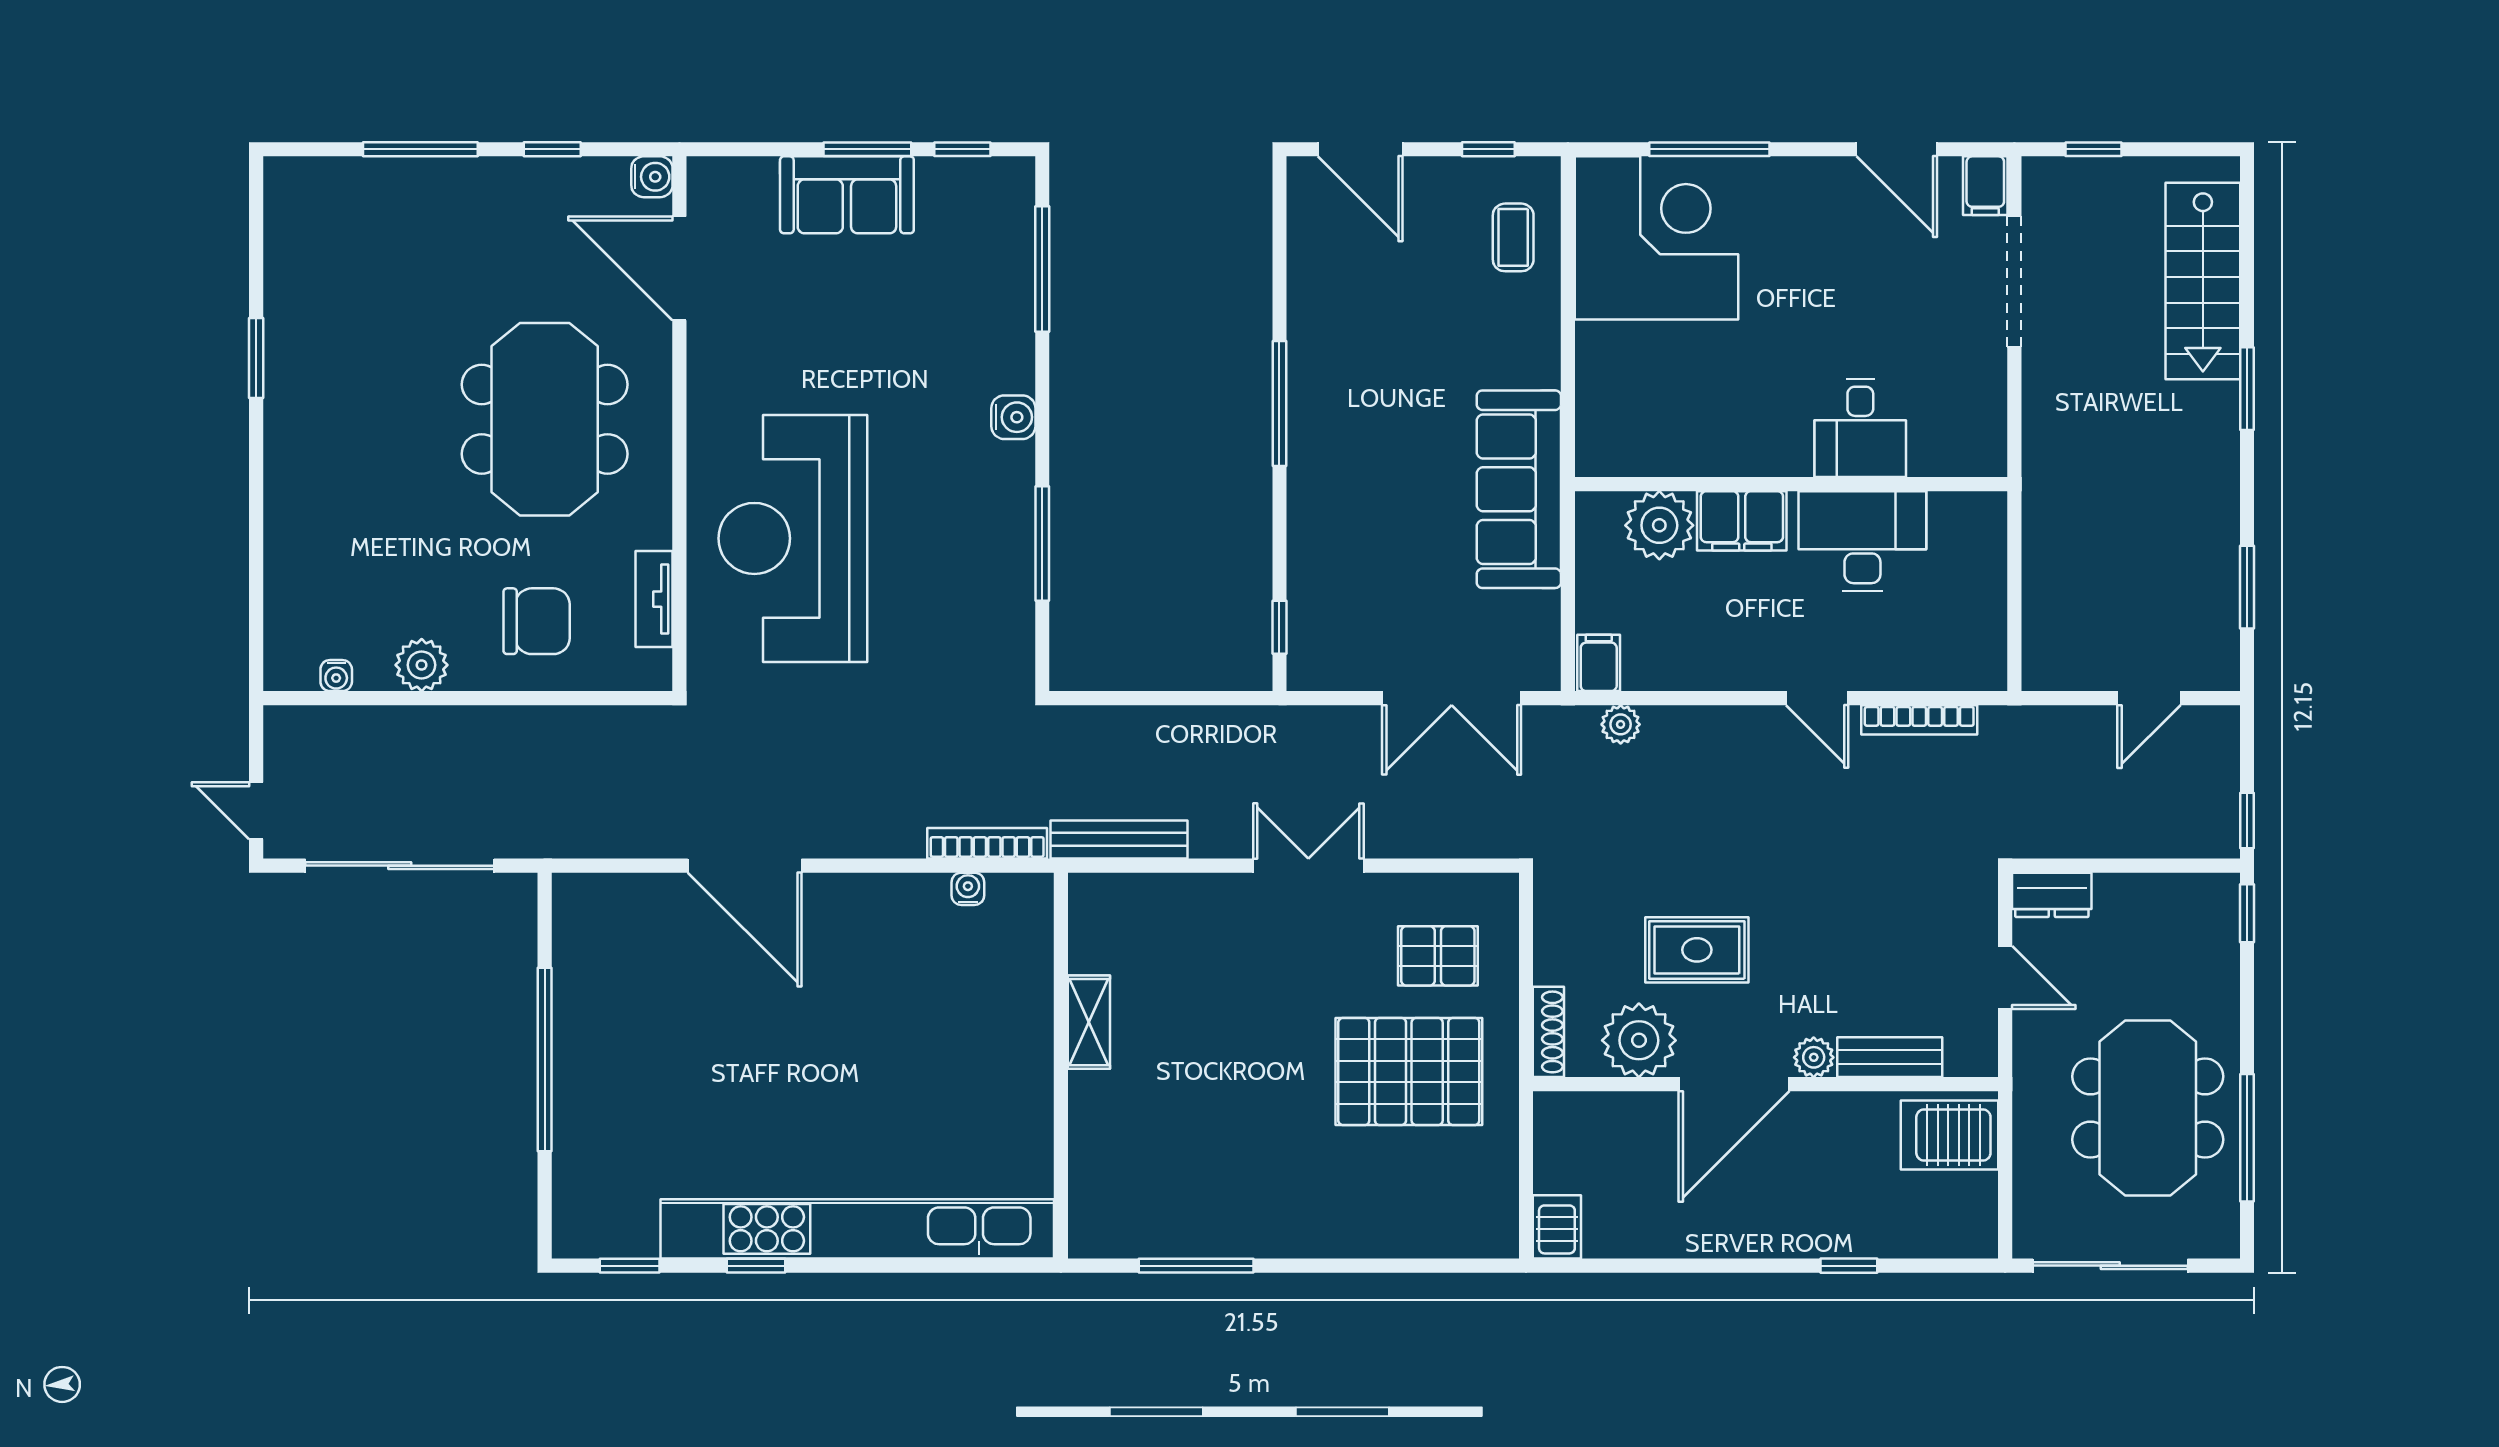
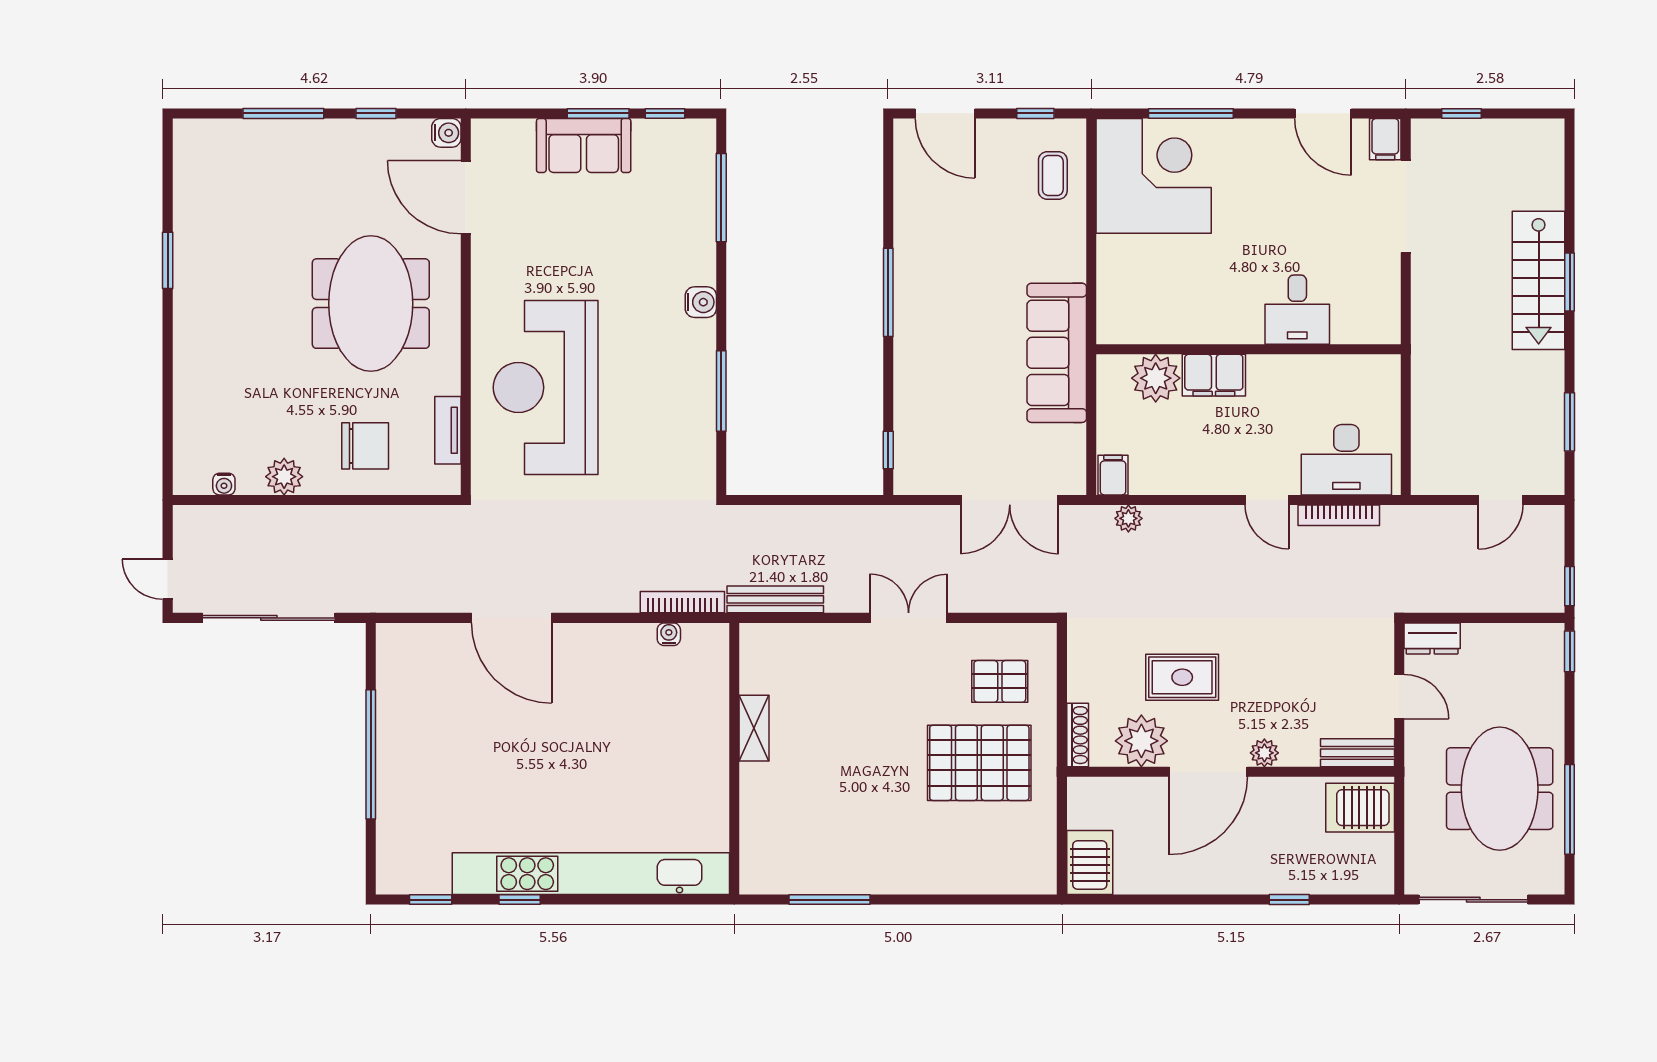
stairs: (2203, 281) -> (1539, 280), moved
desk: (1862, 541) -> (1346, 460), moved, turned 180
bench: (1890, 1057) -> (1357, 753), moved
server rack: (1557, 1227) -> (1090, 862), width x1.36, depth x1.44

